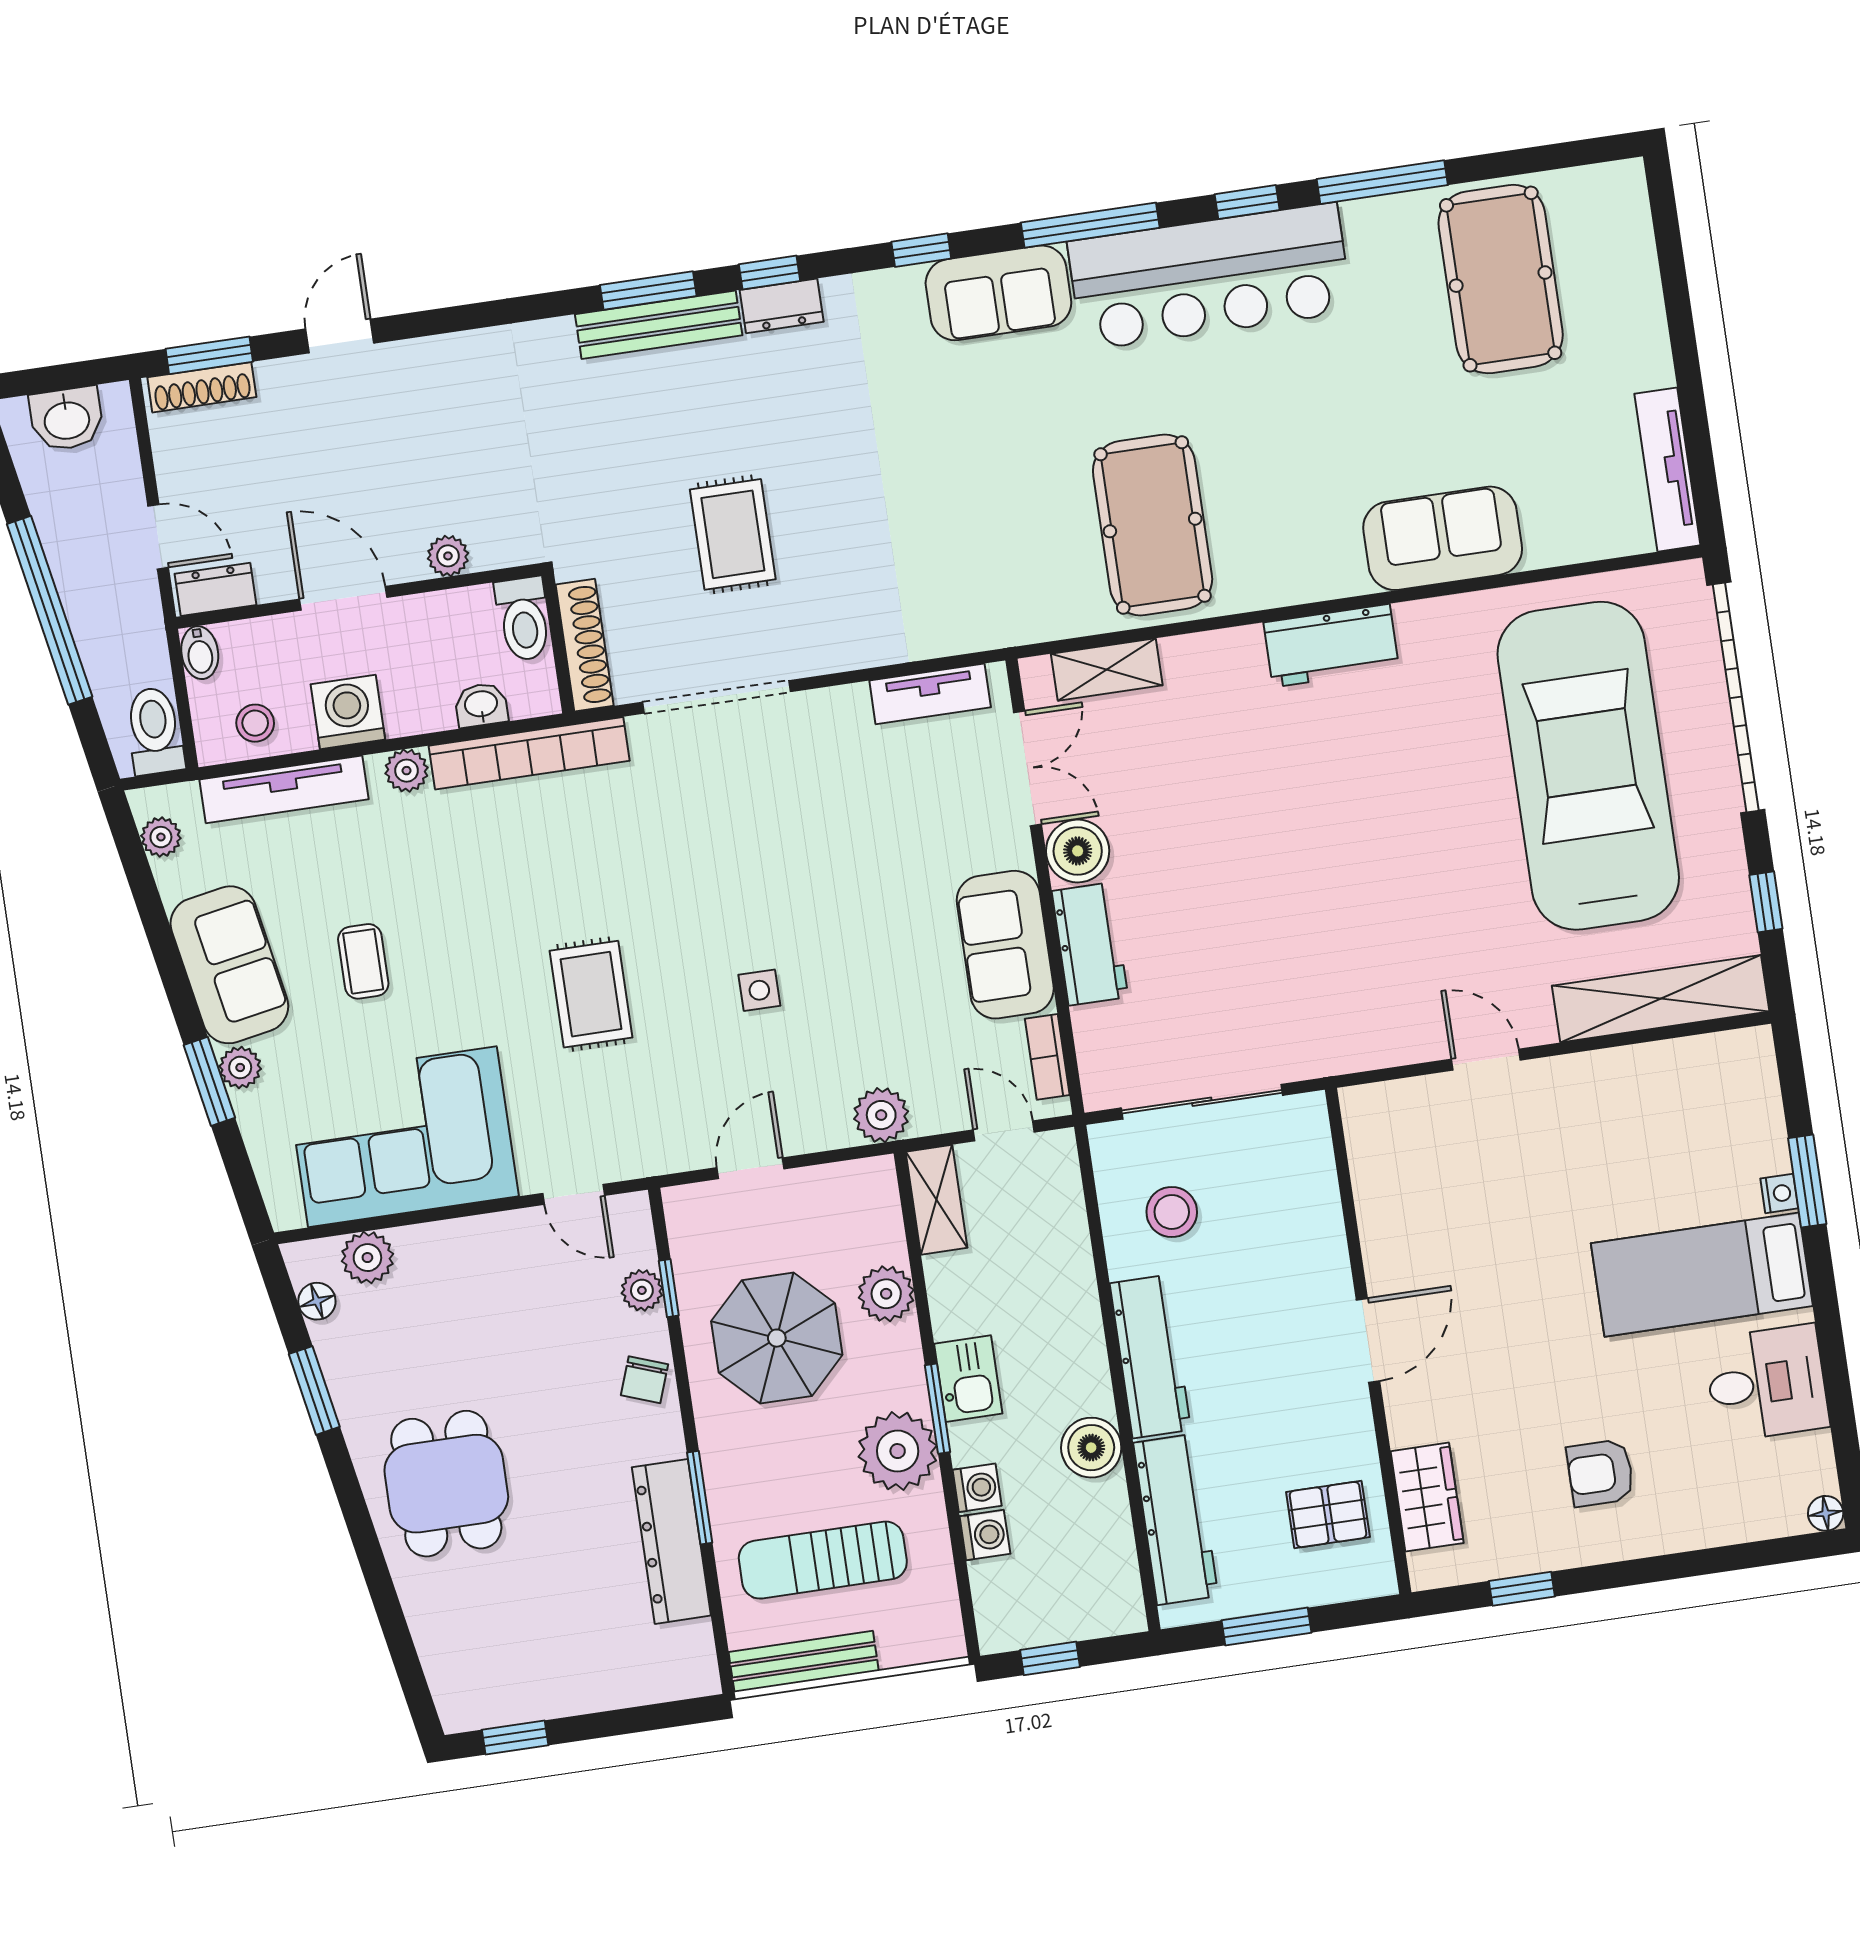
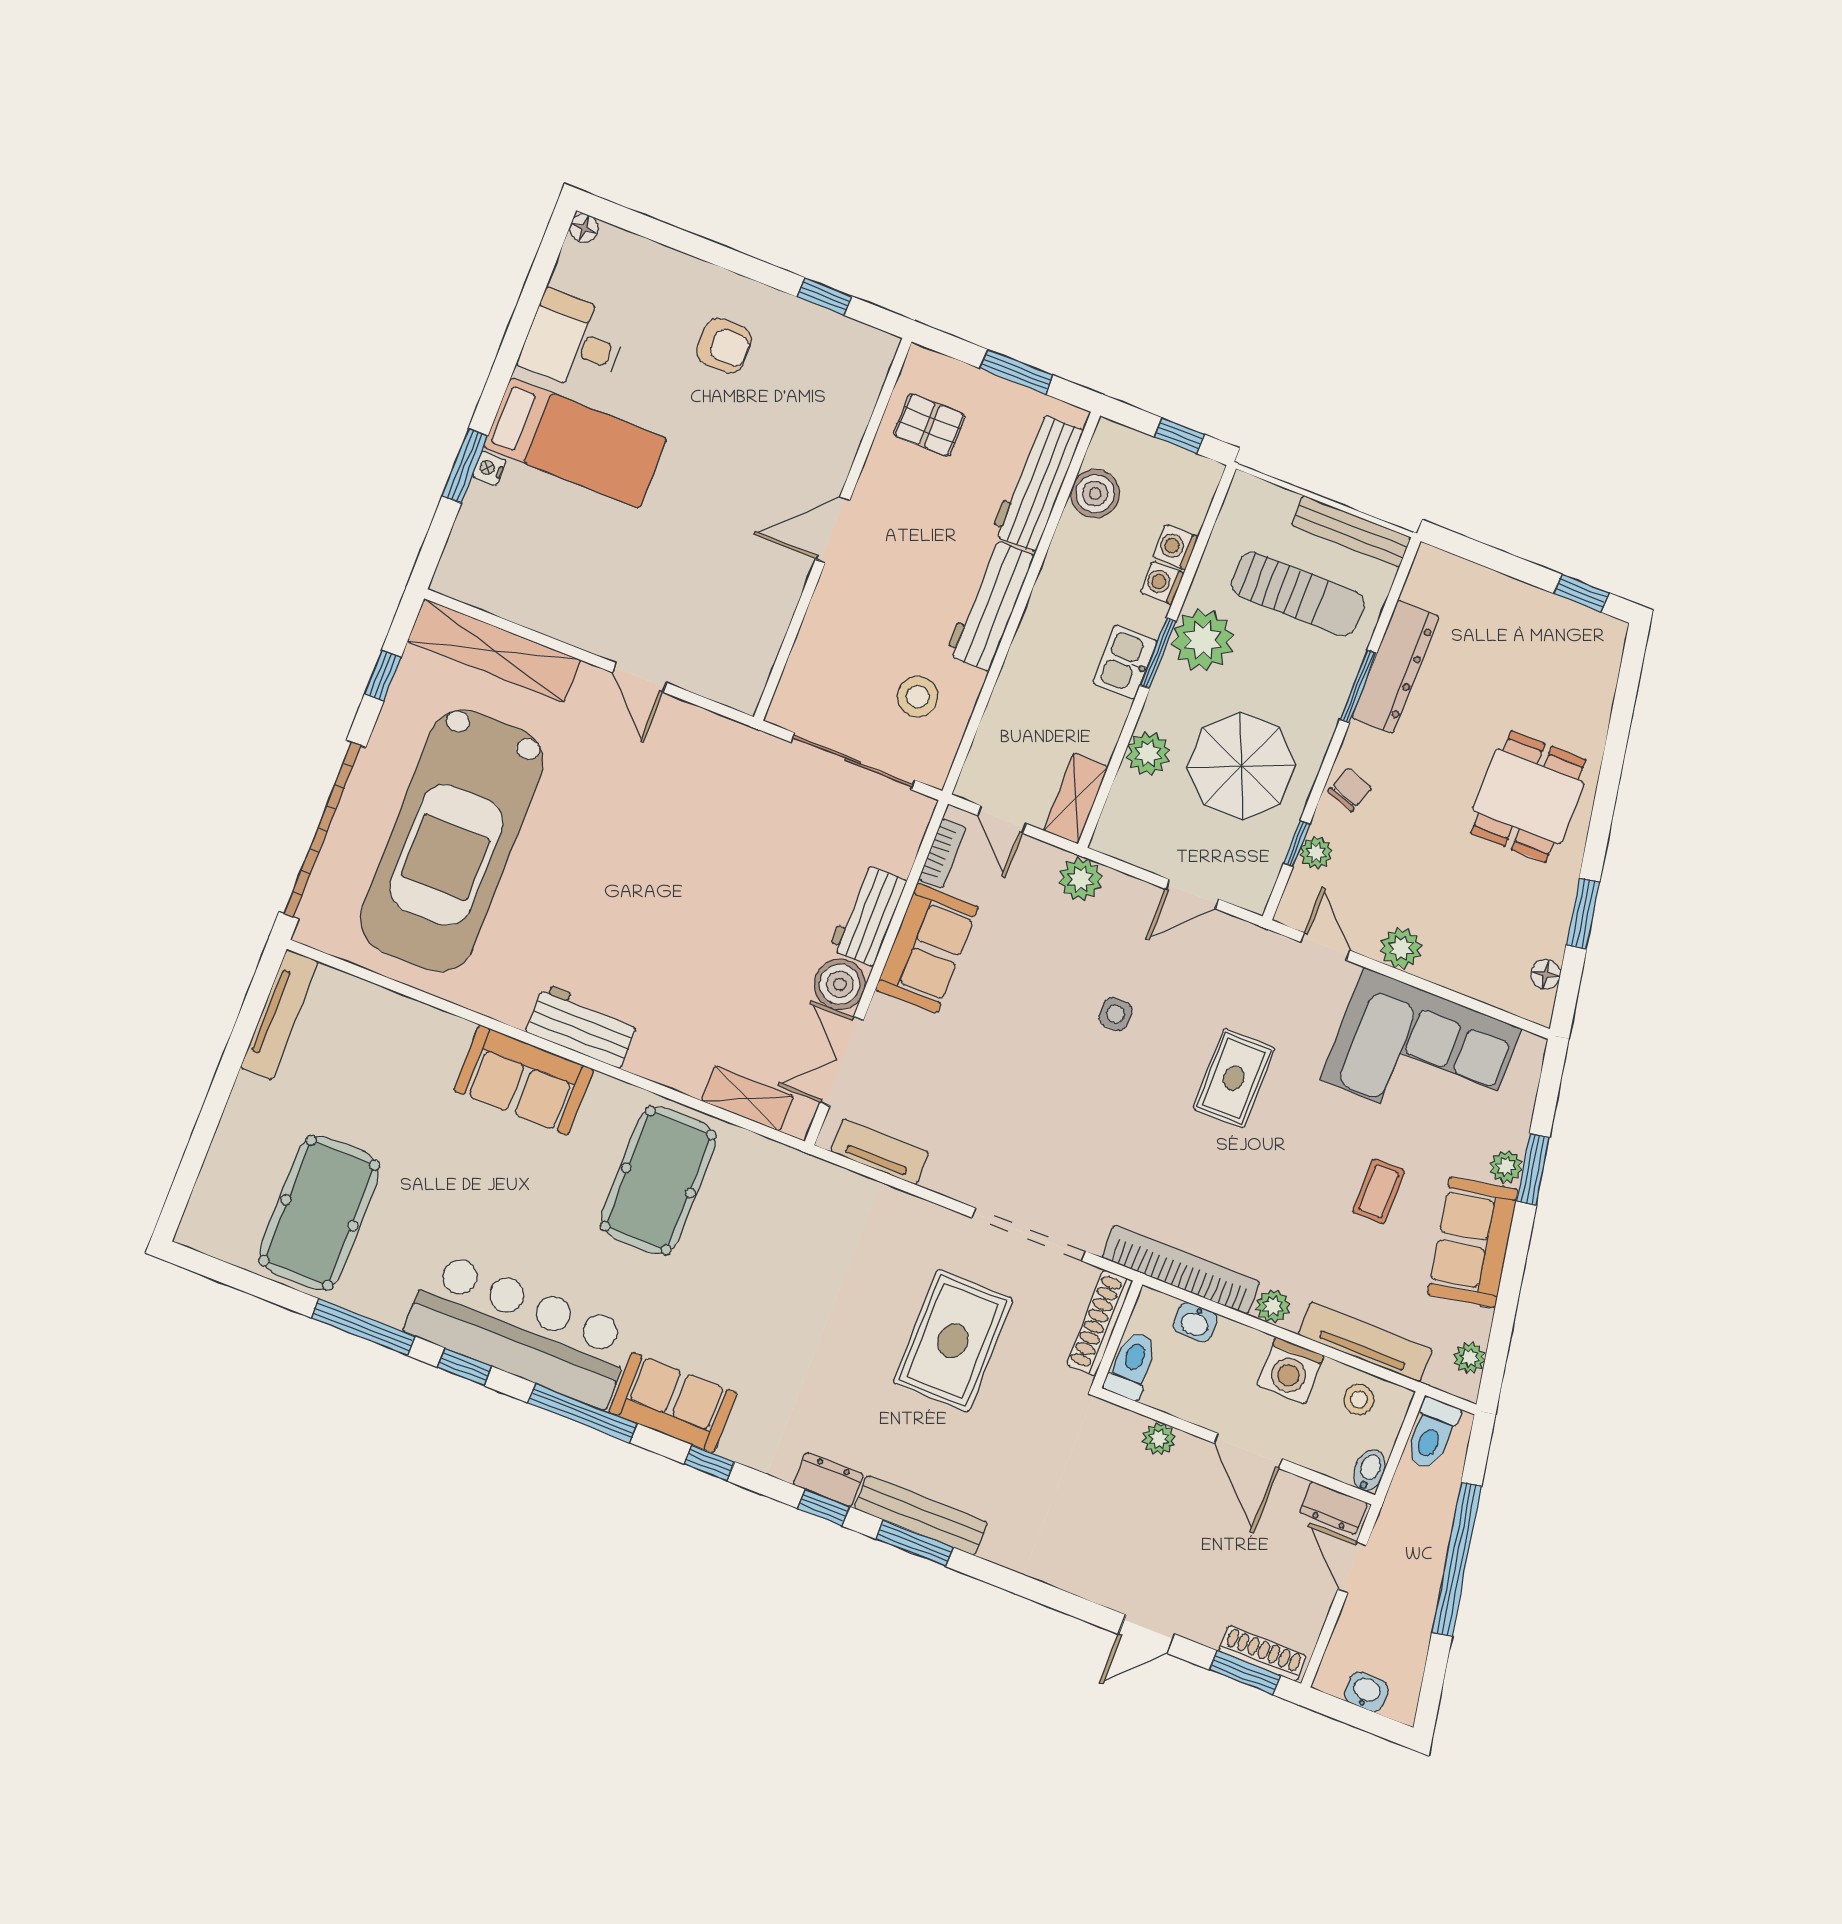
washbasin: (67, 419) -> (1366, 1692), width x0.72, depth x0.69
rug: (733, 534) -> (953, 1341), width x1.36, depth x1.43
sofa: (1443, 538) -> (524, 1080), moved
plant: (367, 1258) -> (1401, 948), moved
boiler: (1091, 1448) -> (1095, 494), moved
wardrobe: (1427, 1497) -> (854, 398), removed

